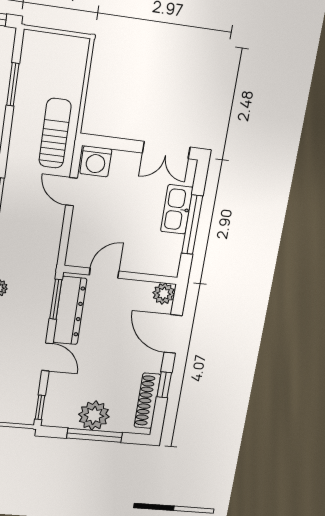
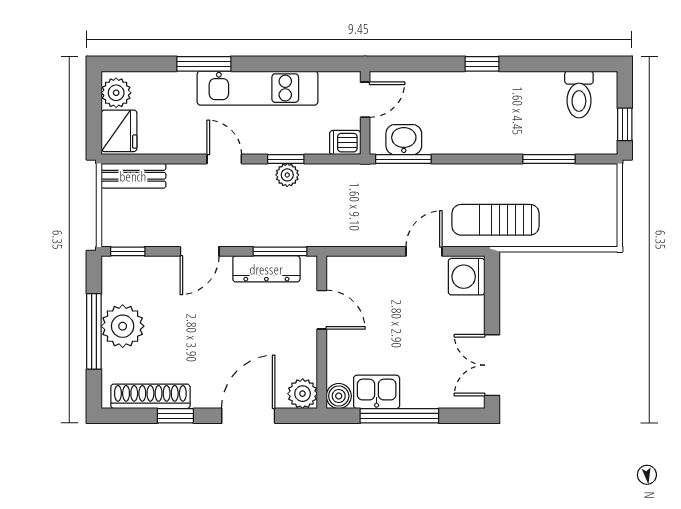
sun lounger: (55, 133) -> (496, 220), turned 180
kitchen sink: (177, 209) -> (377, 392), moved, width x0.73
boiler: (170, 268) -> (339, 396), added
dresser: (70, 311) -> (266, 269), width x0.73, depth x0.80

